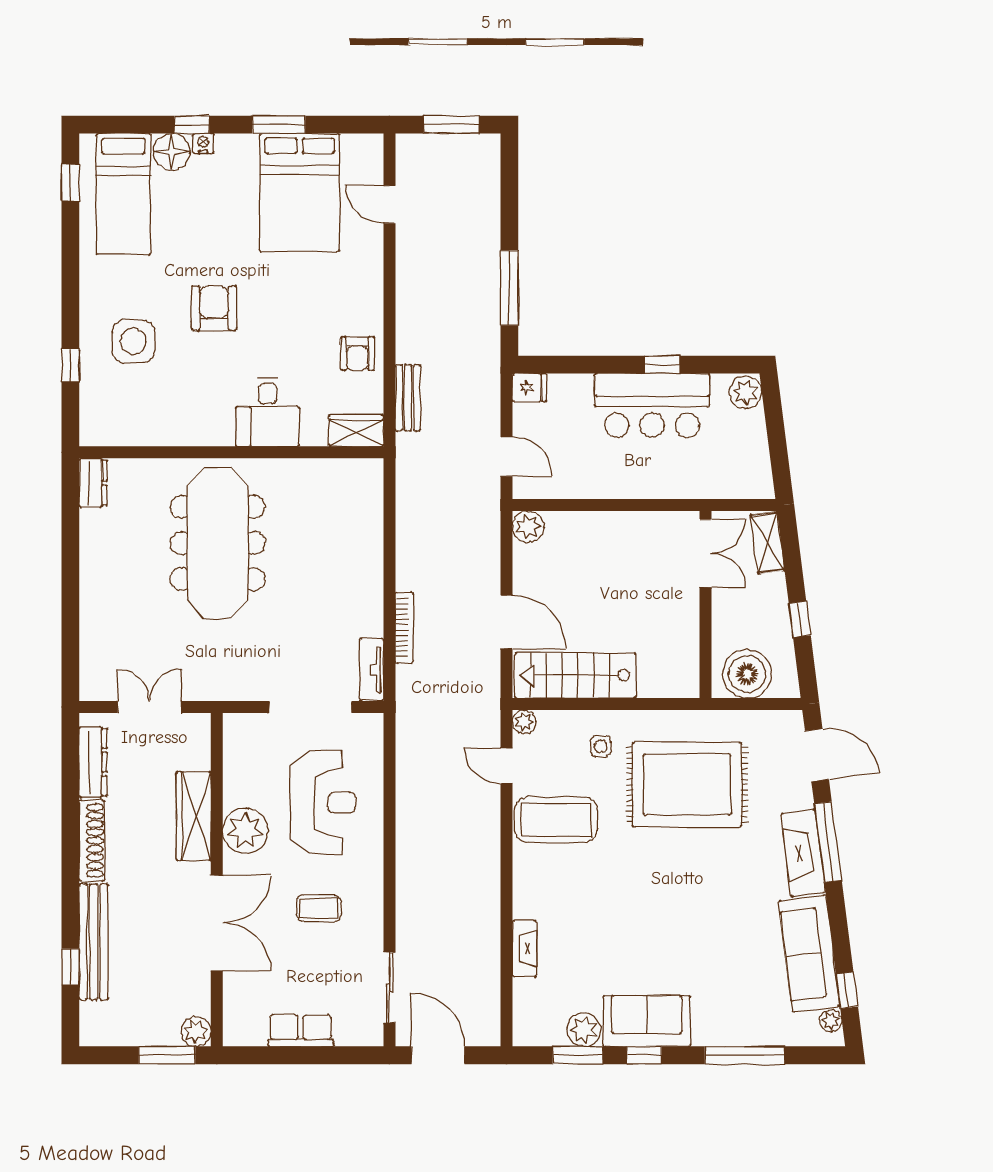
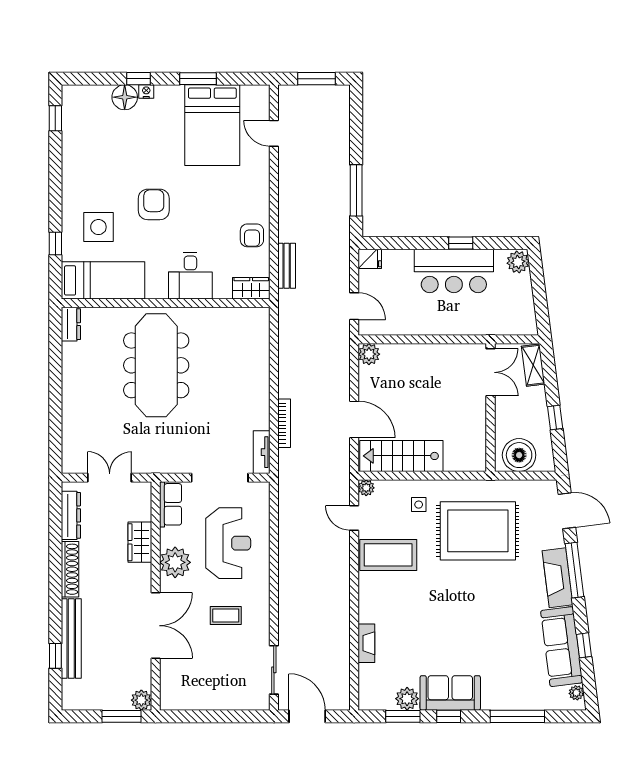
bed: (124, 194) -> (103, 280), moved, turned -90
wardrobe: (194, 816) -> (140, 542), width x0.67
window: (847, 990) -> (584, 645), moved
row of seats: (301, 1031) -> (170, 504), moved, turned 90

